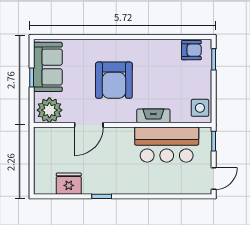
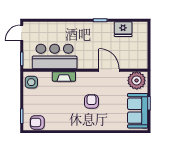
armchair: (114, 80) -> (91, 101), width x0.53, depth x0.53
door: (89, 125) -> (109, 70), hinge flipped

